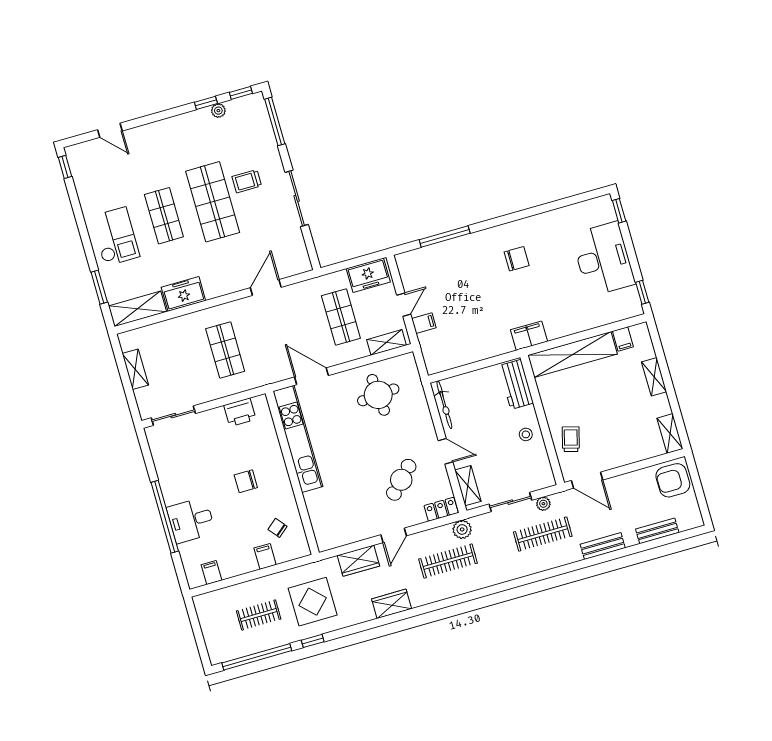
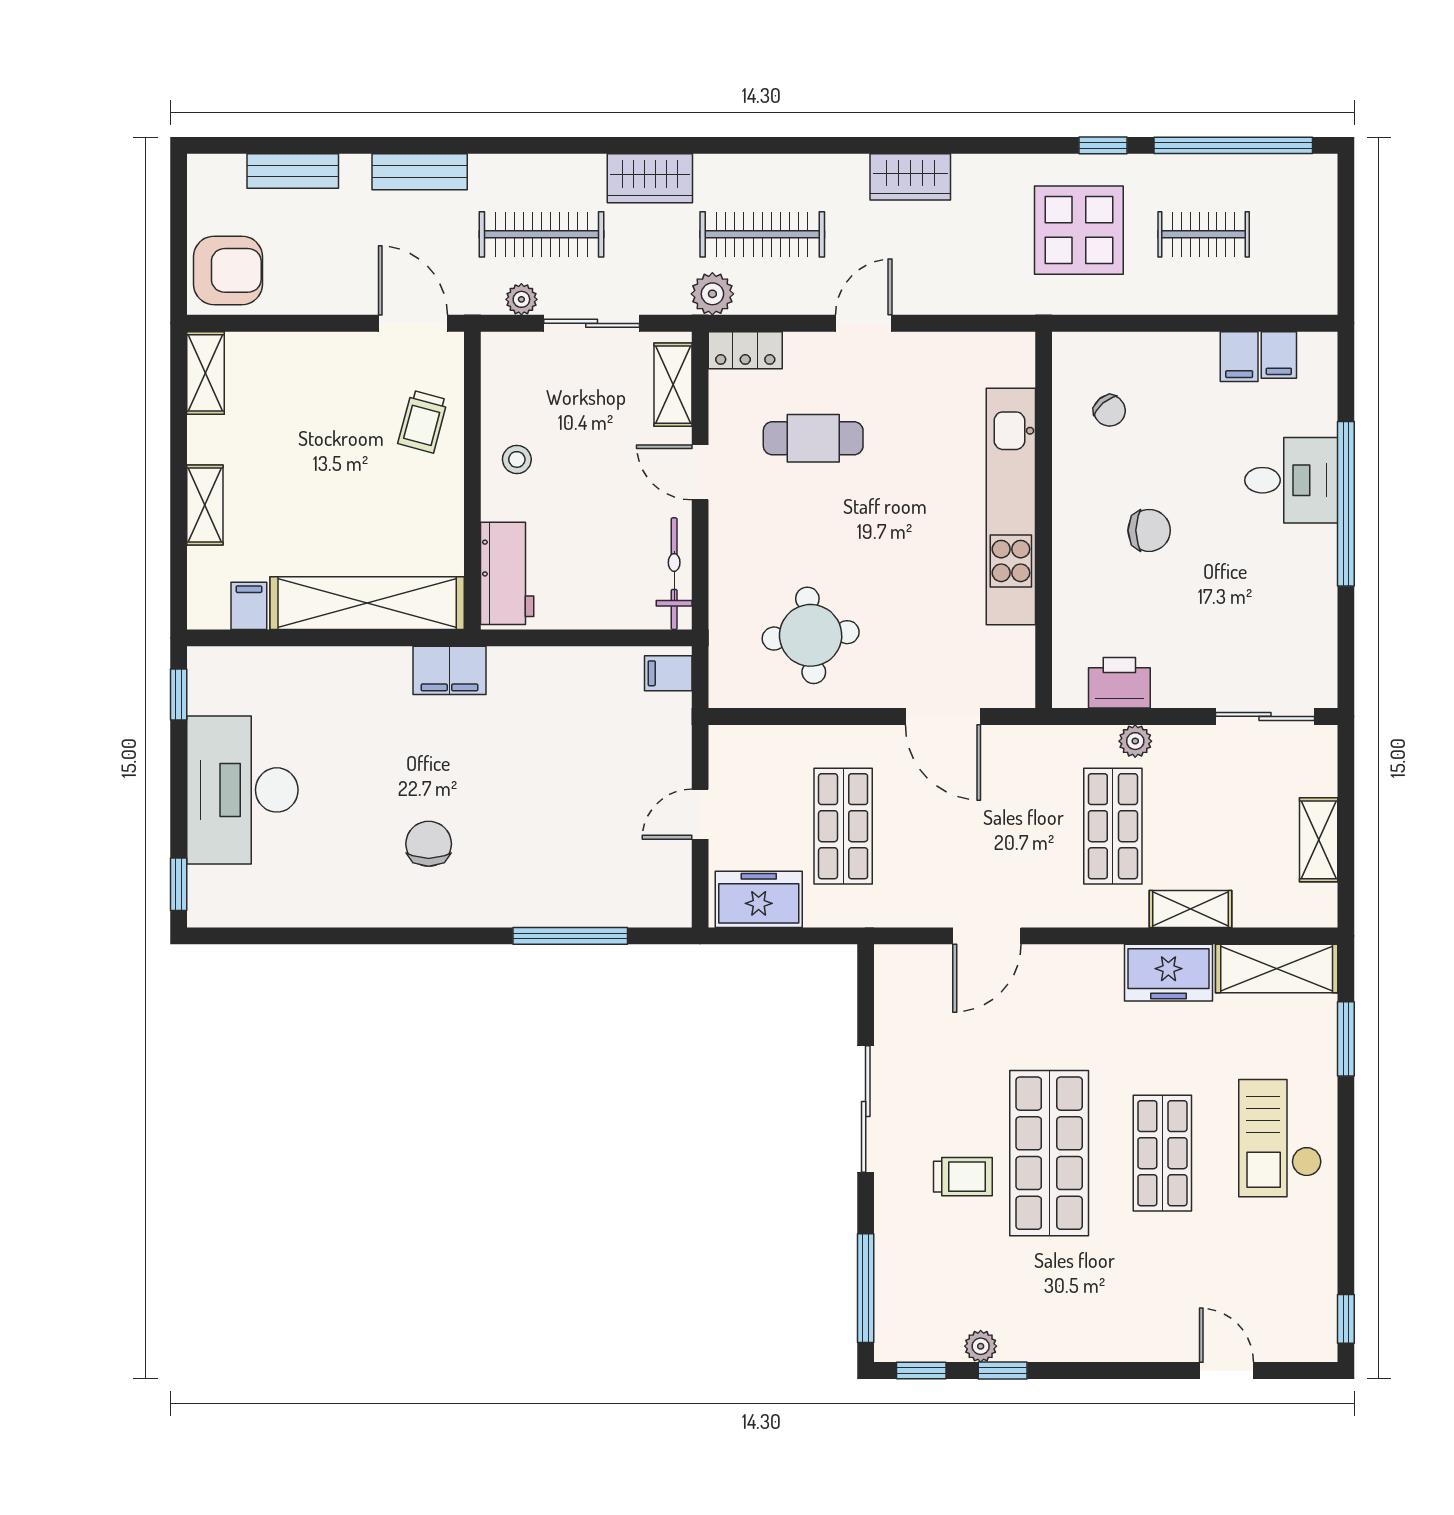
chair: (517, 259) -> (429, 844), turned 90
filing cabinet: (424, 323) -> (668, 673), moved
shelving: (387, 342) -> (1190, 909), moved
plant: (226, 389) -> (1135, 741), added
kitchen unit: (298, 439) -> (1011, 506), moved
cafe table: (401, 480) -> (813, 438), turned 46
filing cabinet: (265, 556) -> (1239, 357), moved
wardrobe: (358, 561) -> (650, 178), moved, turned 180

